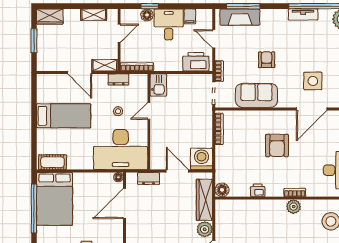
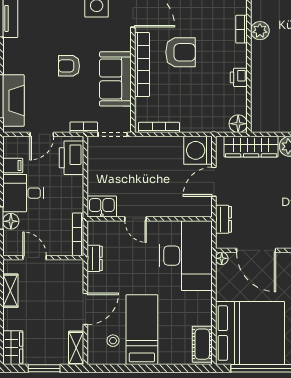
shelving: (105, 65) -> (76, 348), moved
stool: (118, 111) -> (113, 341), moved
bookcase: (268, 116) -> (142, 65), added
bed: (55, 199) -> (250, 333), width x1.36

